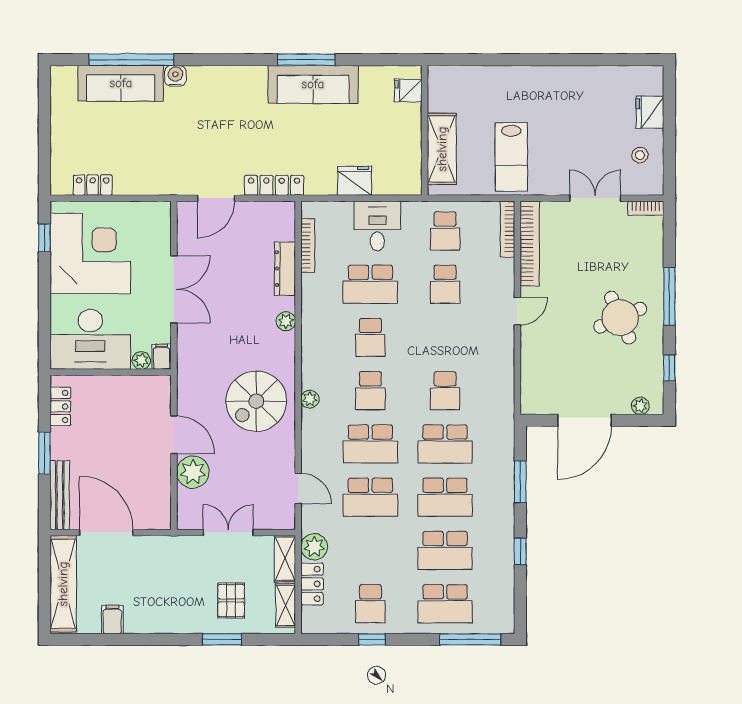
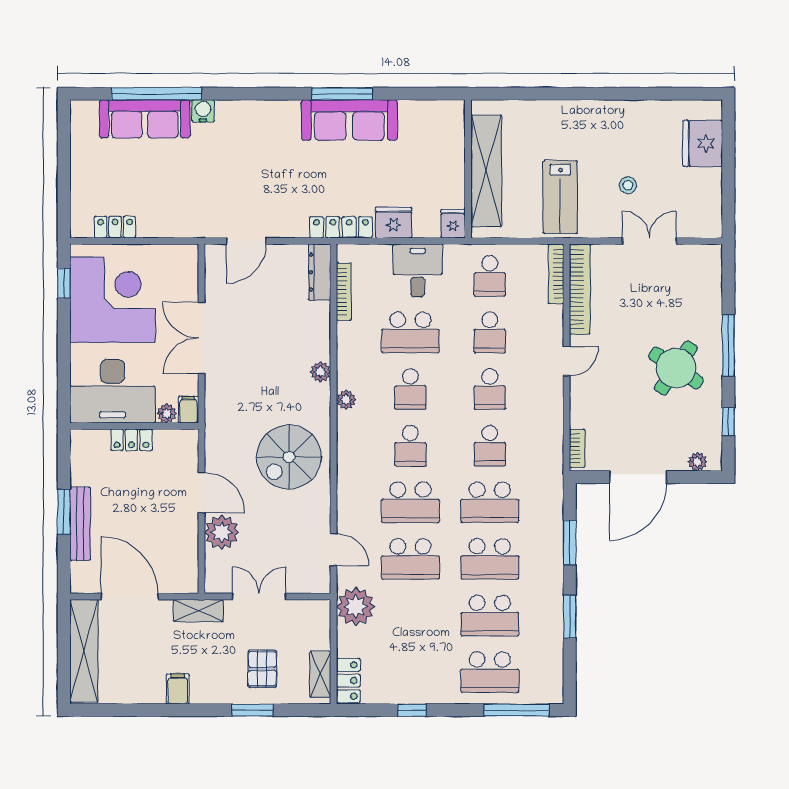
fridge: (408, 90) -> (453, 224), moved, turned 90
fridge: (650, 112) -> (703, 143), width x1.36, depth x1.34
shelving: (442, 149) -> (486, 171), width x1.47
stool: (640, 155) -> (628, 185), moved
locker: (274, 185) -> (341, 227), moved
bookcase: (646, 208) -> (577, 448), moved, turned -90
dresser: (285, 269) -> (320, 272), moved
double door: (174, 289) -> (201, 338), swing flipped
round table: (620, 318) -> (676, 368), turned -32
plant: (310, 399) -> (346, 400), moved
locker: (60, 406) -> (131, 440), moved, turned 90
bench: (60, 495) -> (80, 524), moved
plant: (314, 547) -> (356, 606), width x1.36, depth x1.36
window: (520, 551) -> (570, 617), width x1.50
shelving: (285, 559) -> (198, 611), moved, turned 90
locker: (312, 584) -> (348, 681), moved
school desk: (370, 604) -> (490, 389), moved
filing cabinet: (112, 619) -> (178, 689), moved

